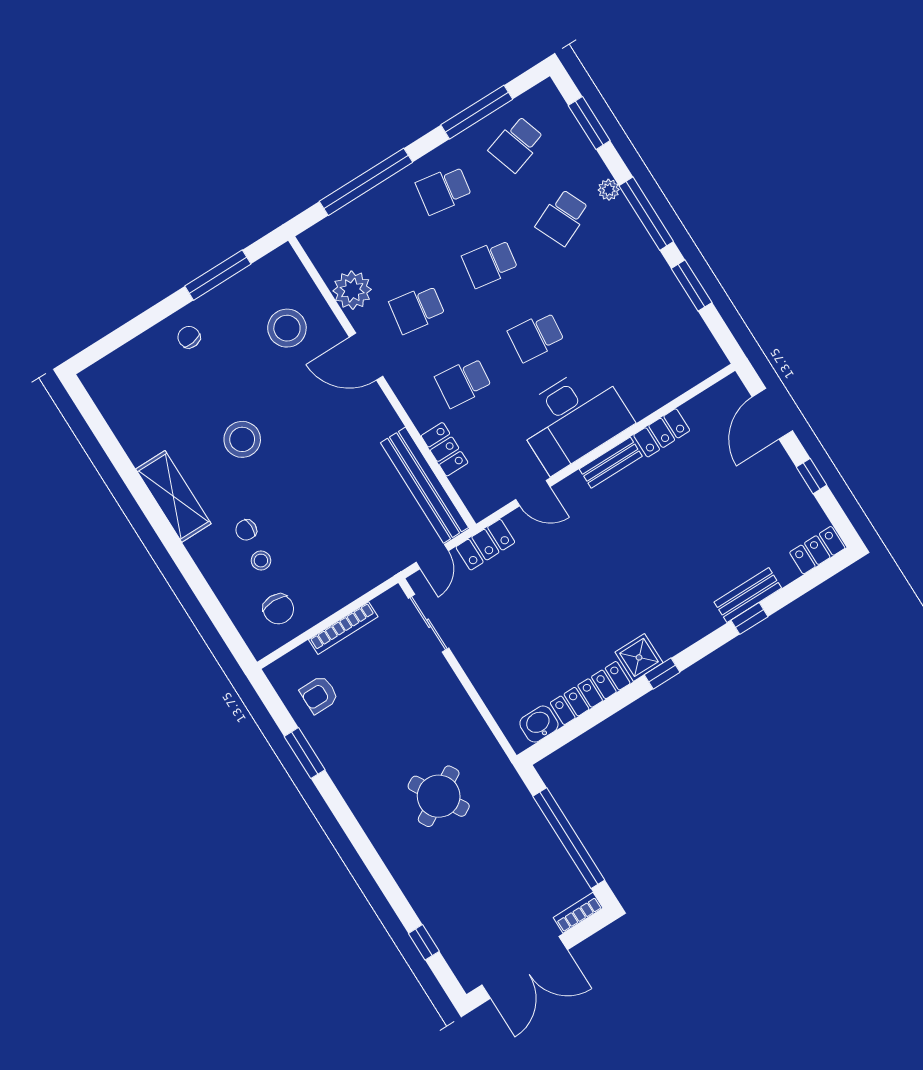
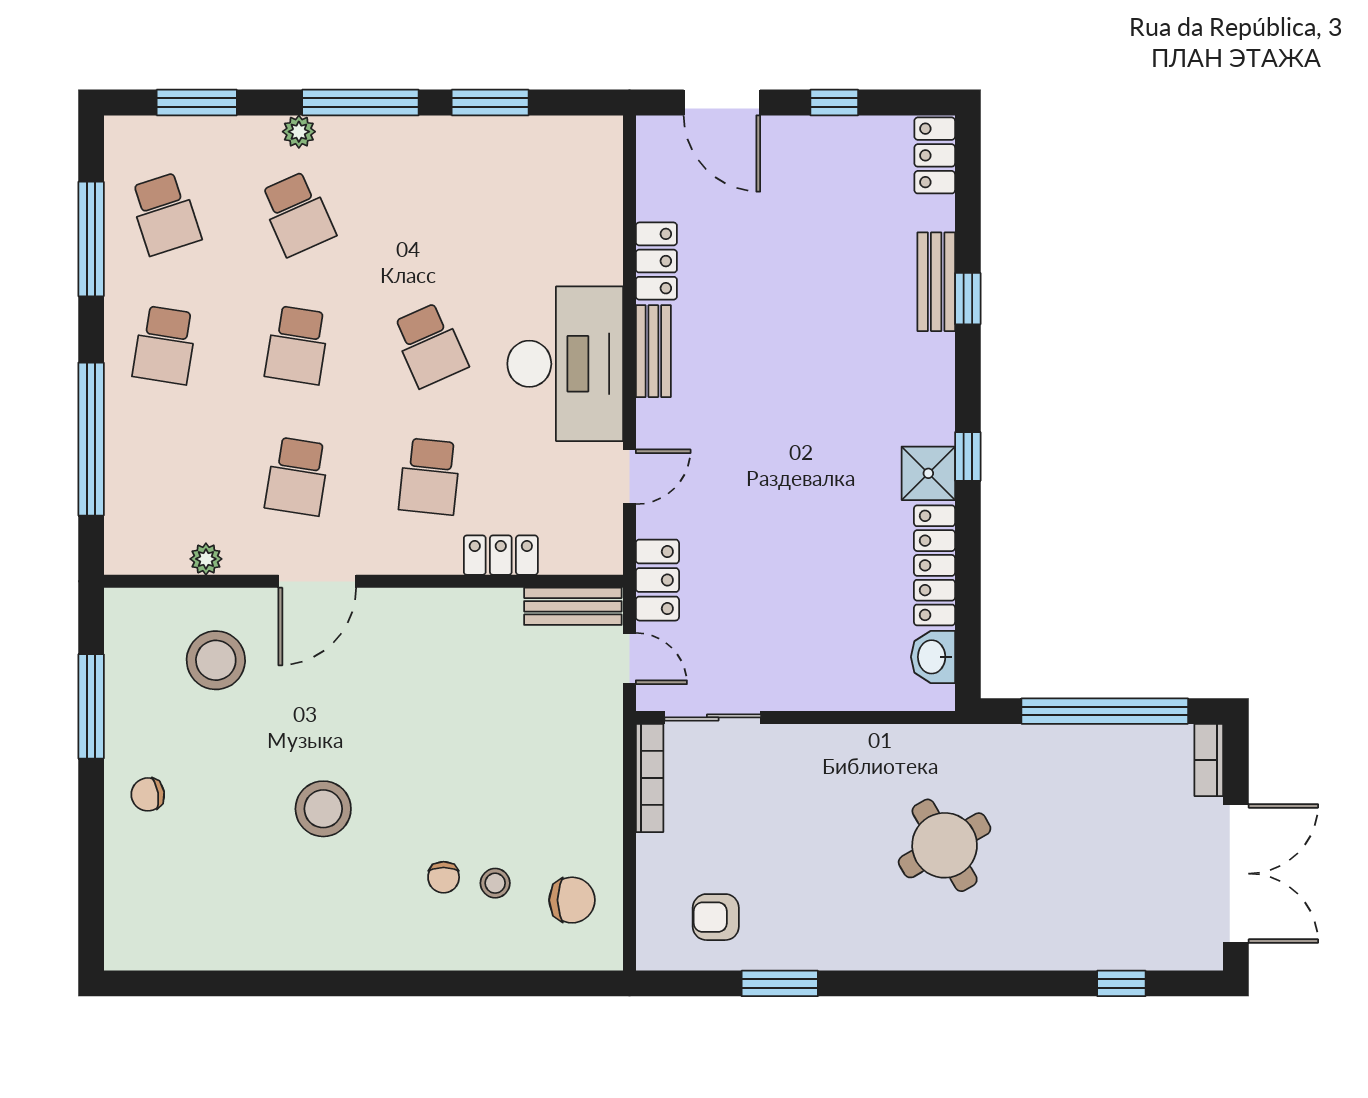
plant: (352, 290) -> (206, 559), width x0.53, depth x0.53
school desk: (536, 337) -> (430, 345), turned -30
bench: (424, 485) -> (573, 606), width x0.54, depth x0.82
shelving: (173, 496) -> (341, 944), removed
bookcase: (343, 628) -> (650, 778), moved
armchair: (319, 695) -> (716, 917), turned 90

